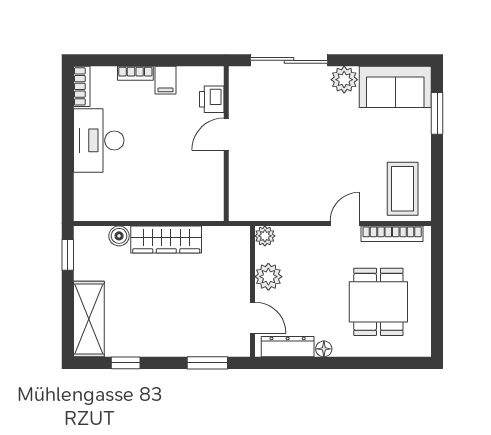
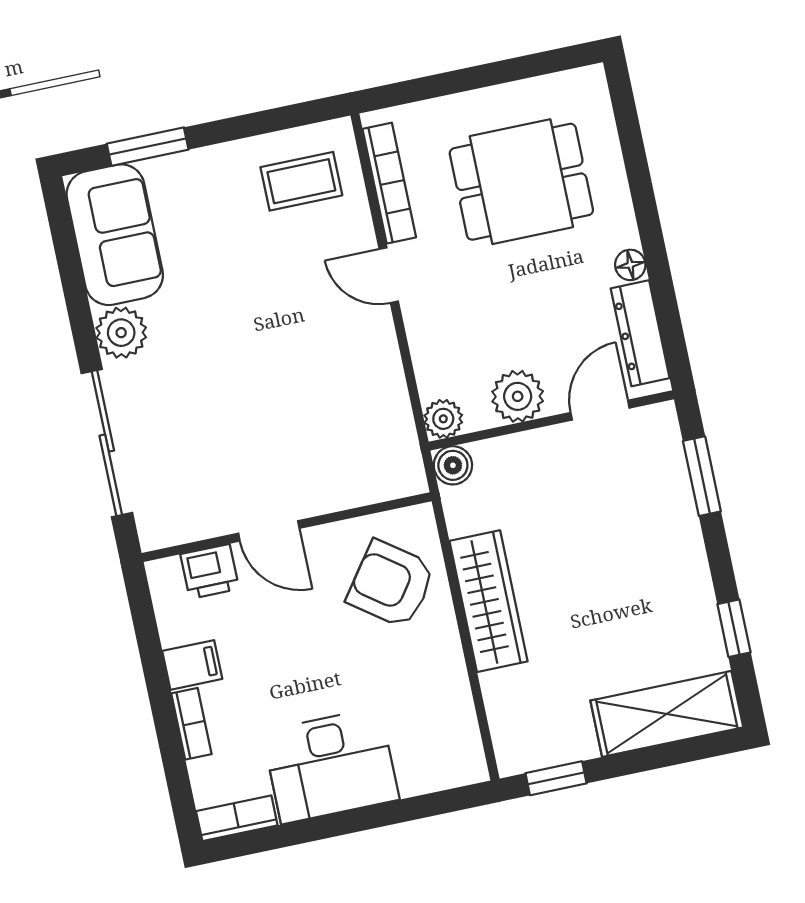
coffee table: (403, 189) -> (301, 181), width x0.73, depth x0.77
armchair: (186, 191) -> (391, 584), added
boiler: (119, 236) -> (453, 465), moved

